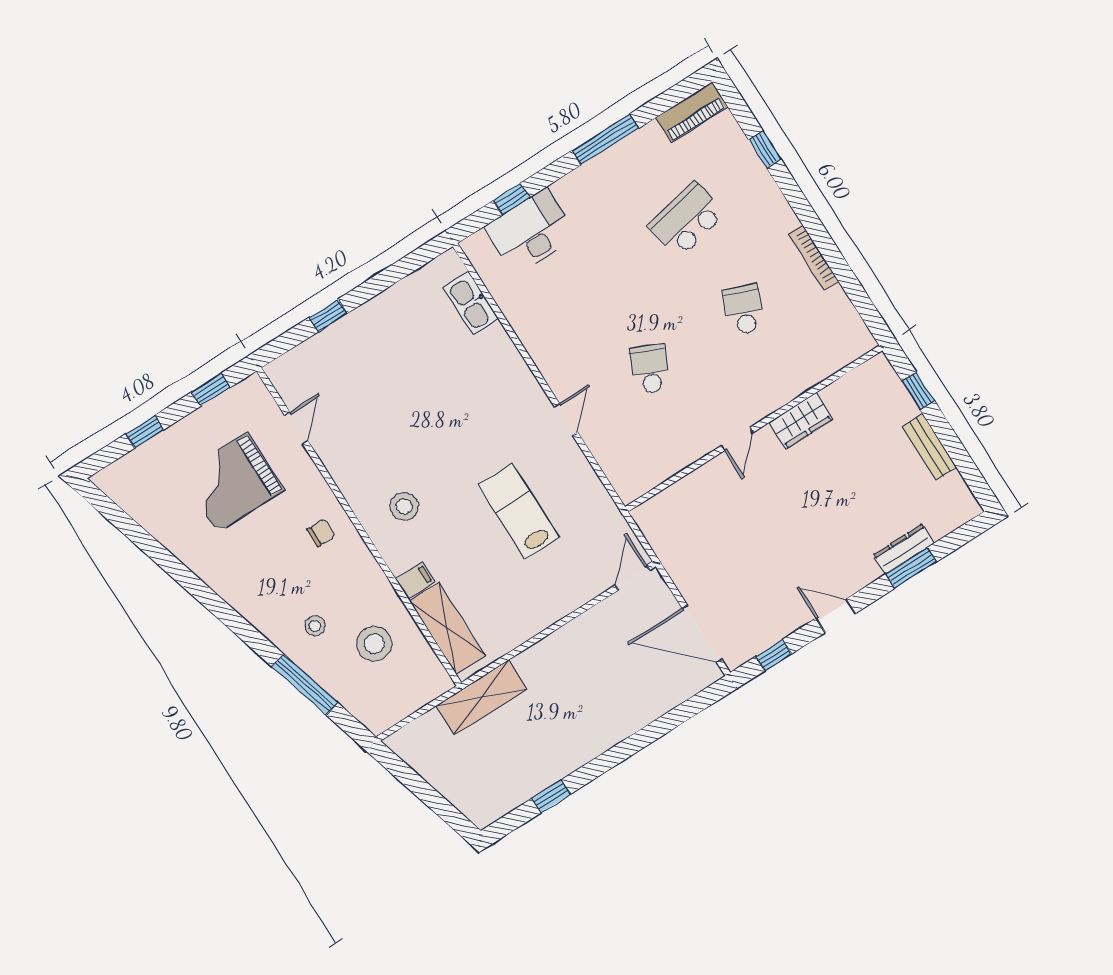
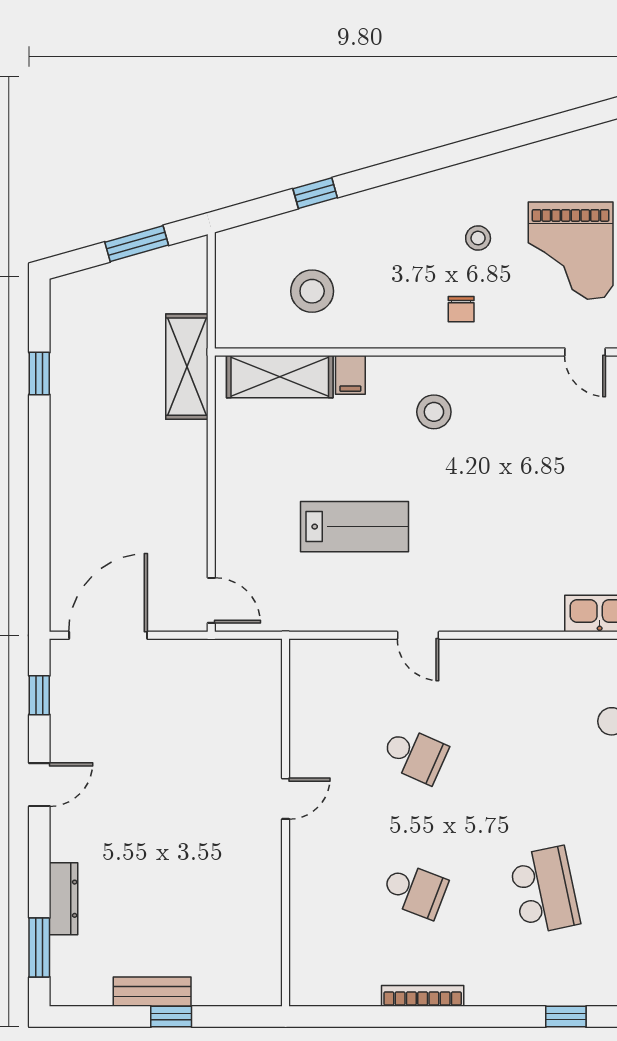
window: (918, 391) -> (171, 1017), moved
wardrobe: (801, 421) -> (263, 877), removed
door: (737, 439) -> (286, 799), swing flipped
grand piano: (232, 483) -> (571, 251), turned 180
window: (911, 568) -> (39, 947), moved
stool: (315, 626) -> (478, 238), moved
window: (305, 685) -> (315, 193), width x0.46
window: (418, 786) -> (137, 244), added

